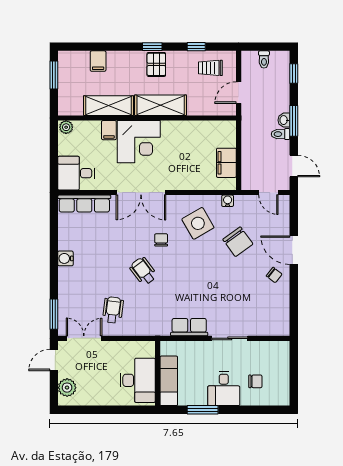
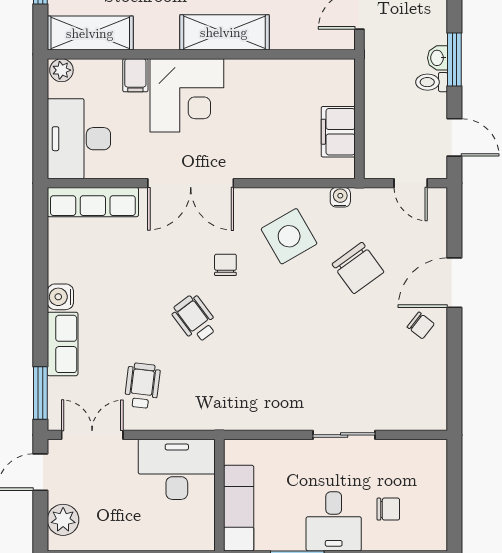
shelving: (109, 106) -> (90, 33), moved
desk: (76, 173) -> (79, 139), width x1.37
door: (294, 250) -> (454, 283), hinge flipped
row of seats: (189, 327) -> (63, 344), moved, turned 90
desk: (138, 380) -> (177, 469), moved, turned -90

